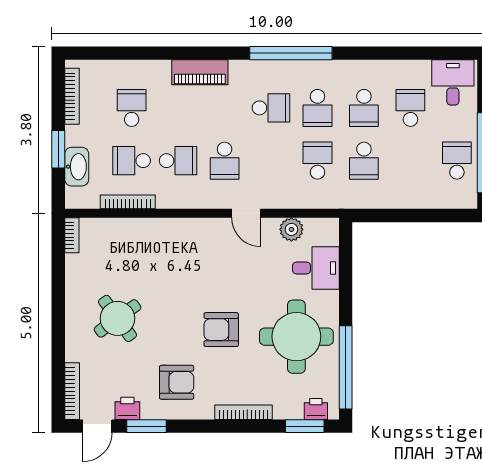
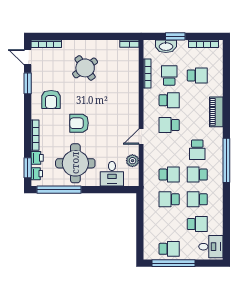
school desk: (178, 161) -> (169, 100), turned -90
armchair: (221, 330) -> (79, 123), turned -90
printer: (127, 408) -> (37, 158), moved

